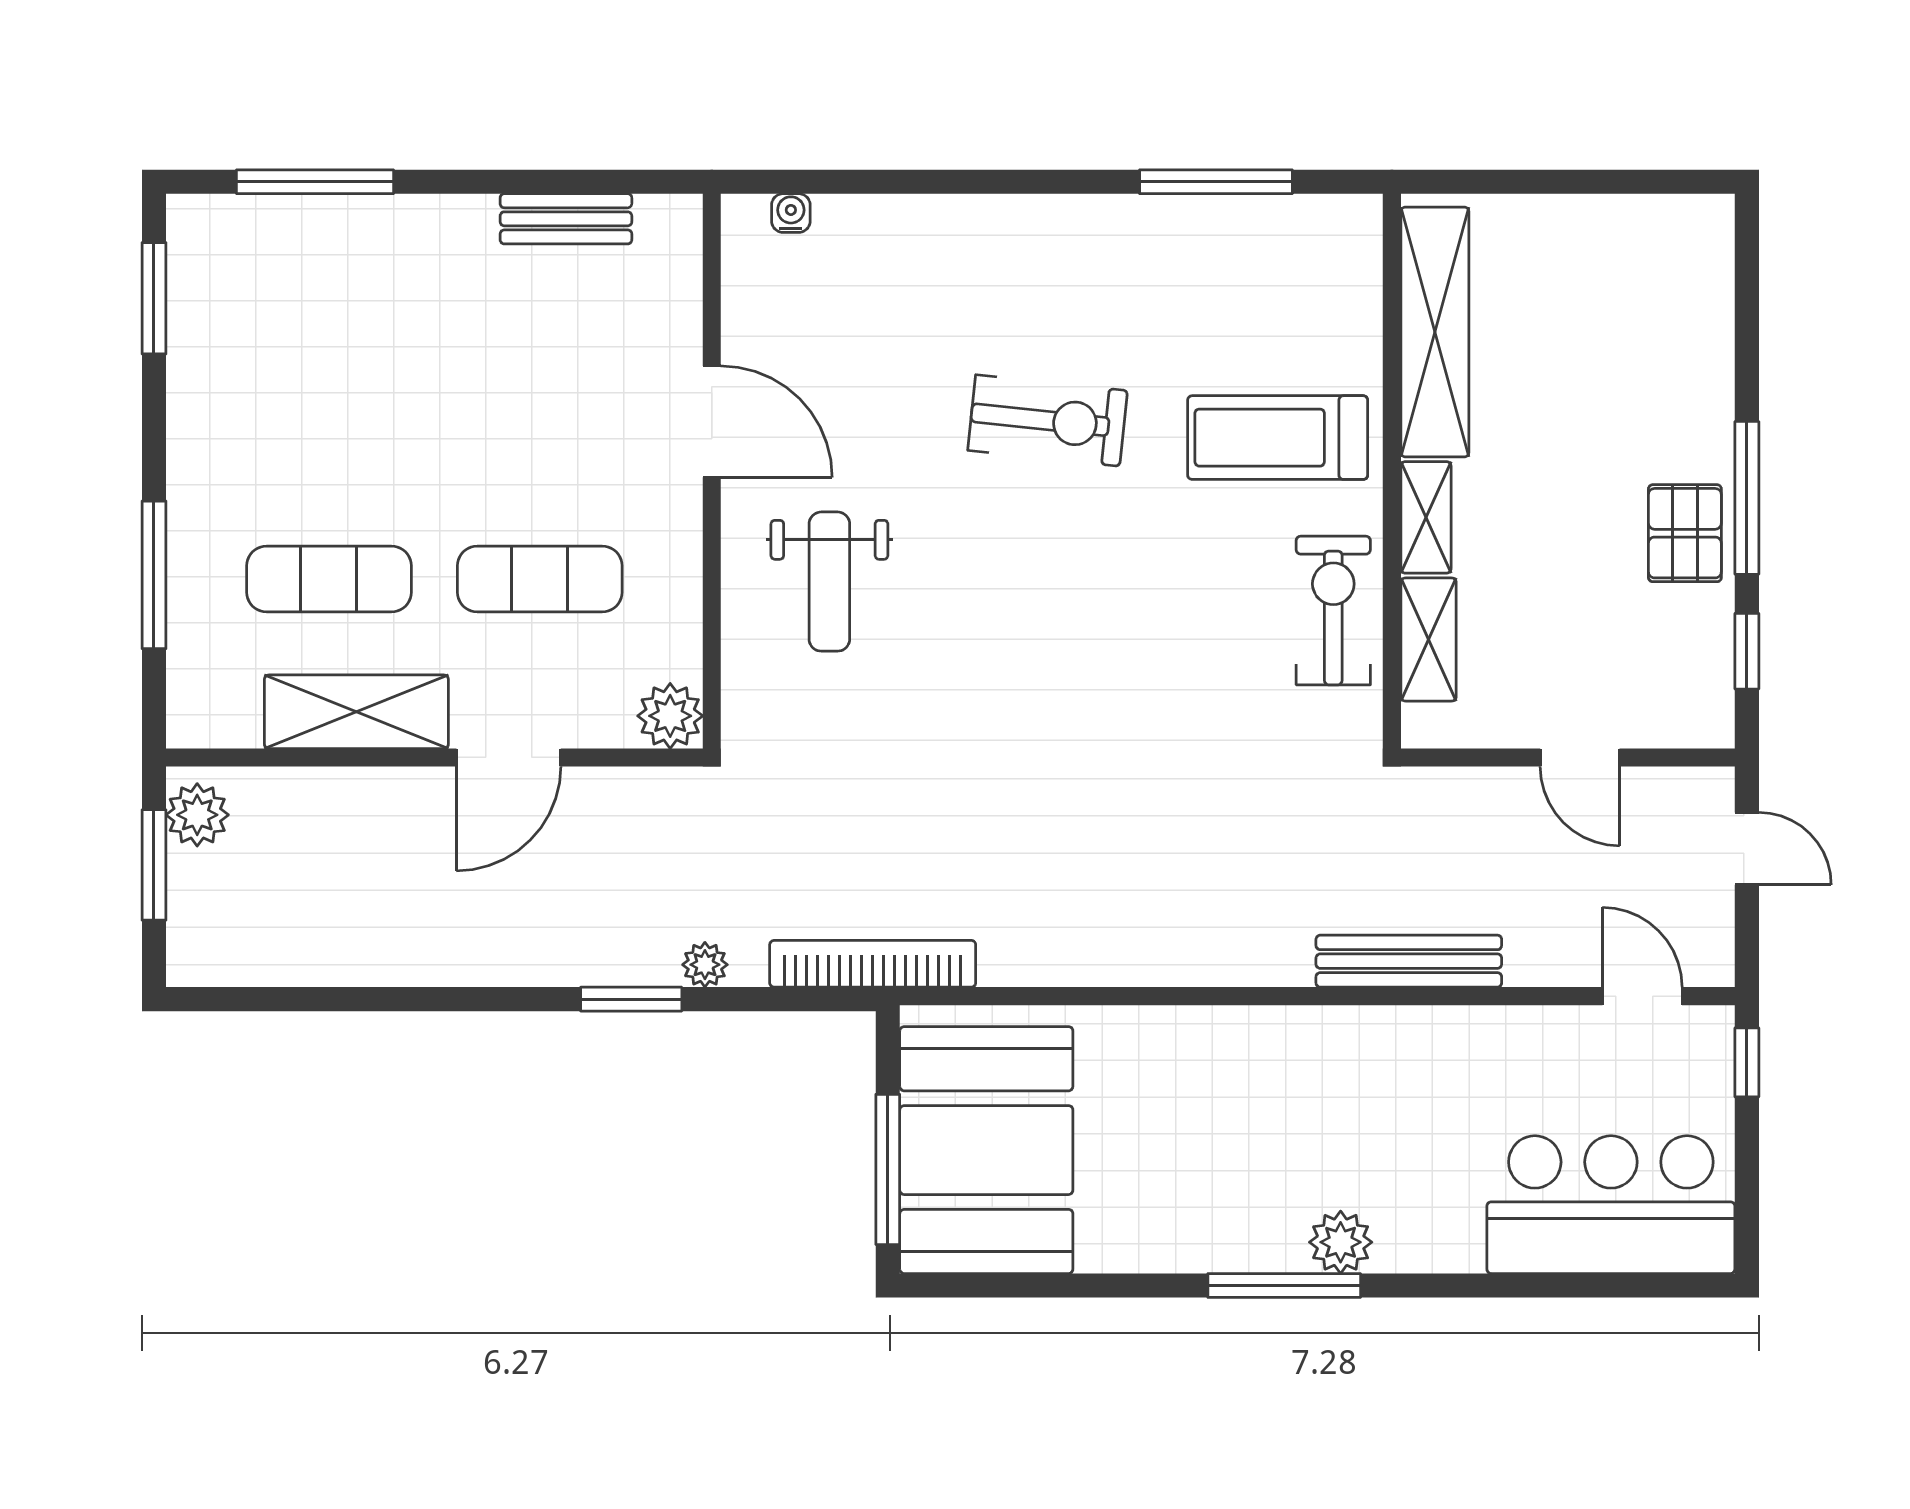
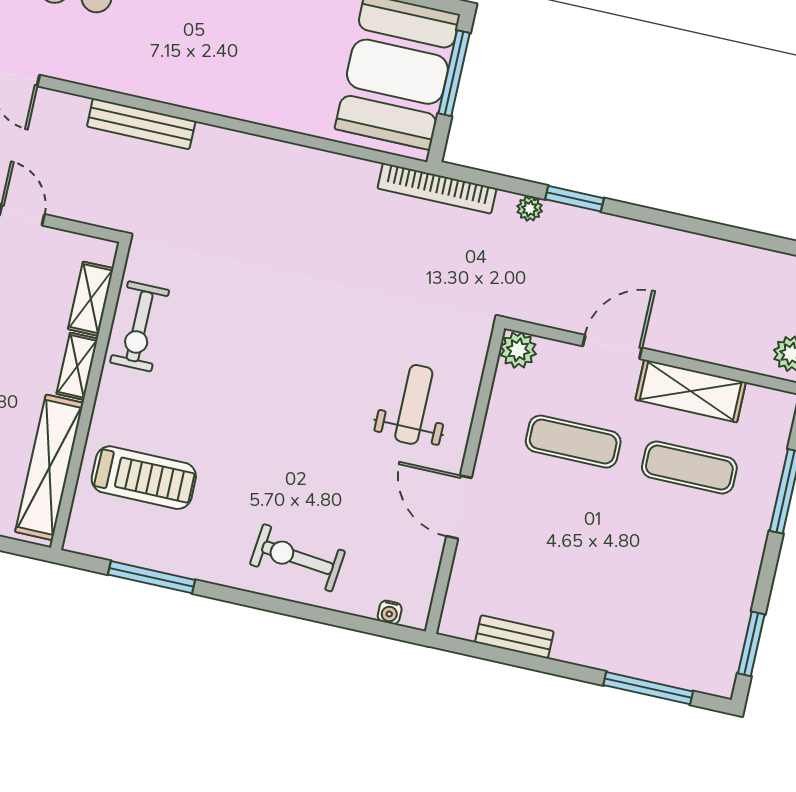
exercise bike: (1048, 421) -> (297, 558), moved
treadmill: (1278, 438) -> (144, 478), moved

